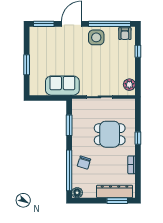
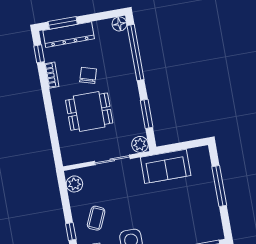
coffee table: (118, 58) -> (96, 218), added
window: (27, 65) -> (219, 186), width x1.44
plant: (78, 104) -> (140, 144), added
window: (138, 138) -> (39, 54), moved
chair: (84, 163) -> (88, 75), moved

